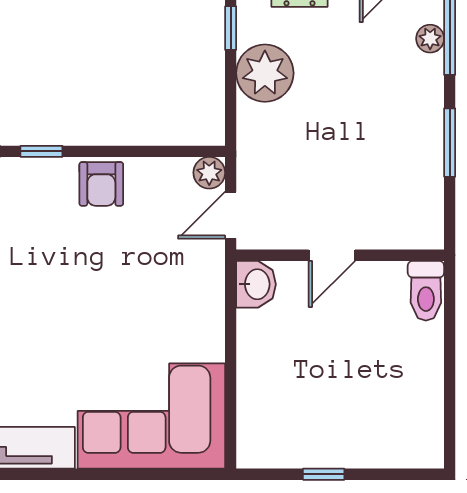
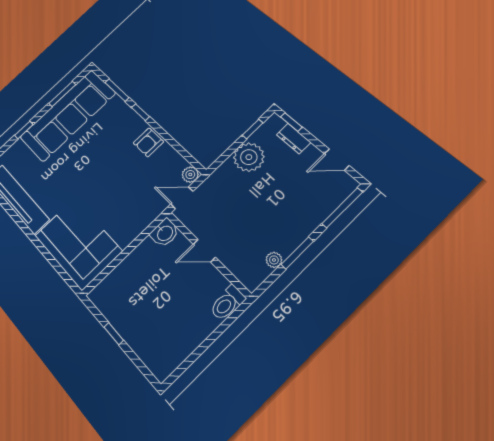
plant: (430, 39) -> (274, 260), moved

